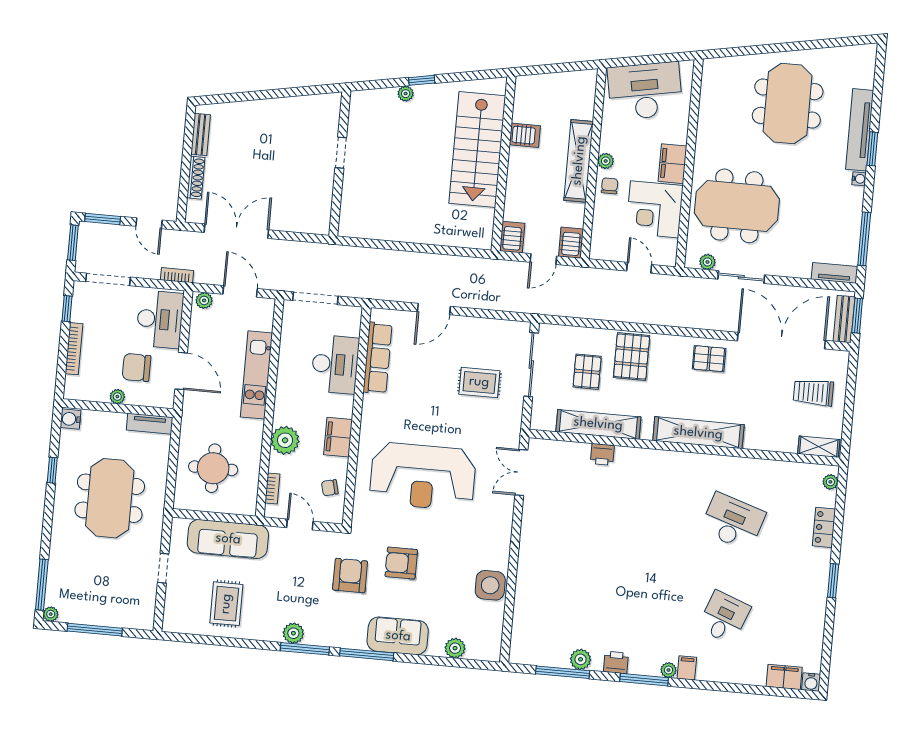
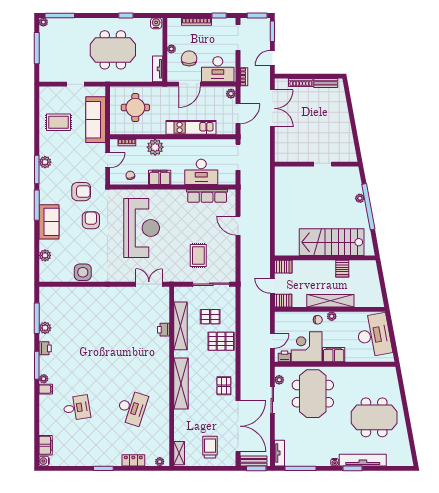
window: (422, 80) -> (368, 207), width x3.17
printer: (668, 249) -> (284, 356), added
reception desk: (423, 476) -> (142, 228), turned 180
desk: (724, 617) -> (77, 408), turned -30

